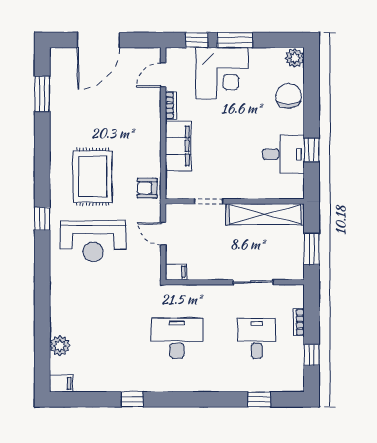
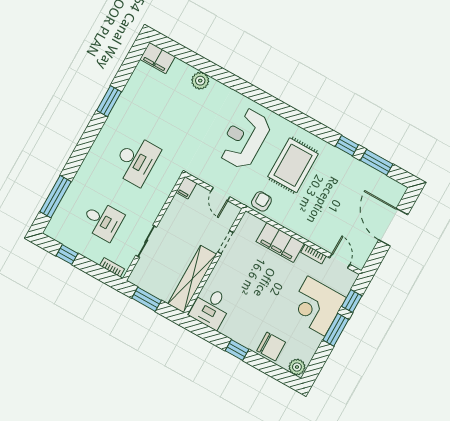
window: (312, 150) -> (237, 350), moved
desk: (284, 154) -> (211, 308), moved
rug: (93, 177) -> (293, 165), turned 90
window: (42, 219) -> (347, 146), moved
door: (163, 234) -> (220, 194), swing flipped
bookcase: (299, 322) -> (112, 267), moved
plant: (60, 346) -> (200, 81), moved
filing cabinet: (61, 383) -> (158, 58), width x2.00
window: (132, 399) -> (109, 101), width x1.50
window: (259, 399) -> (55, 197), width x2.17

